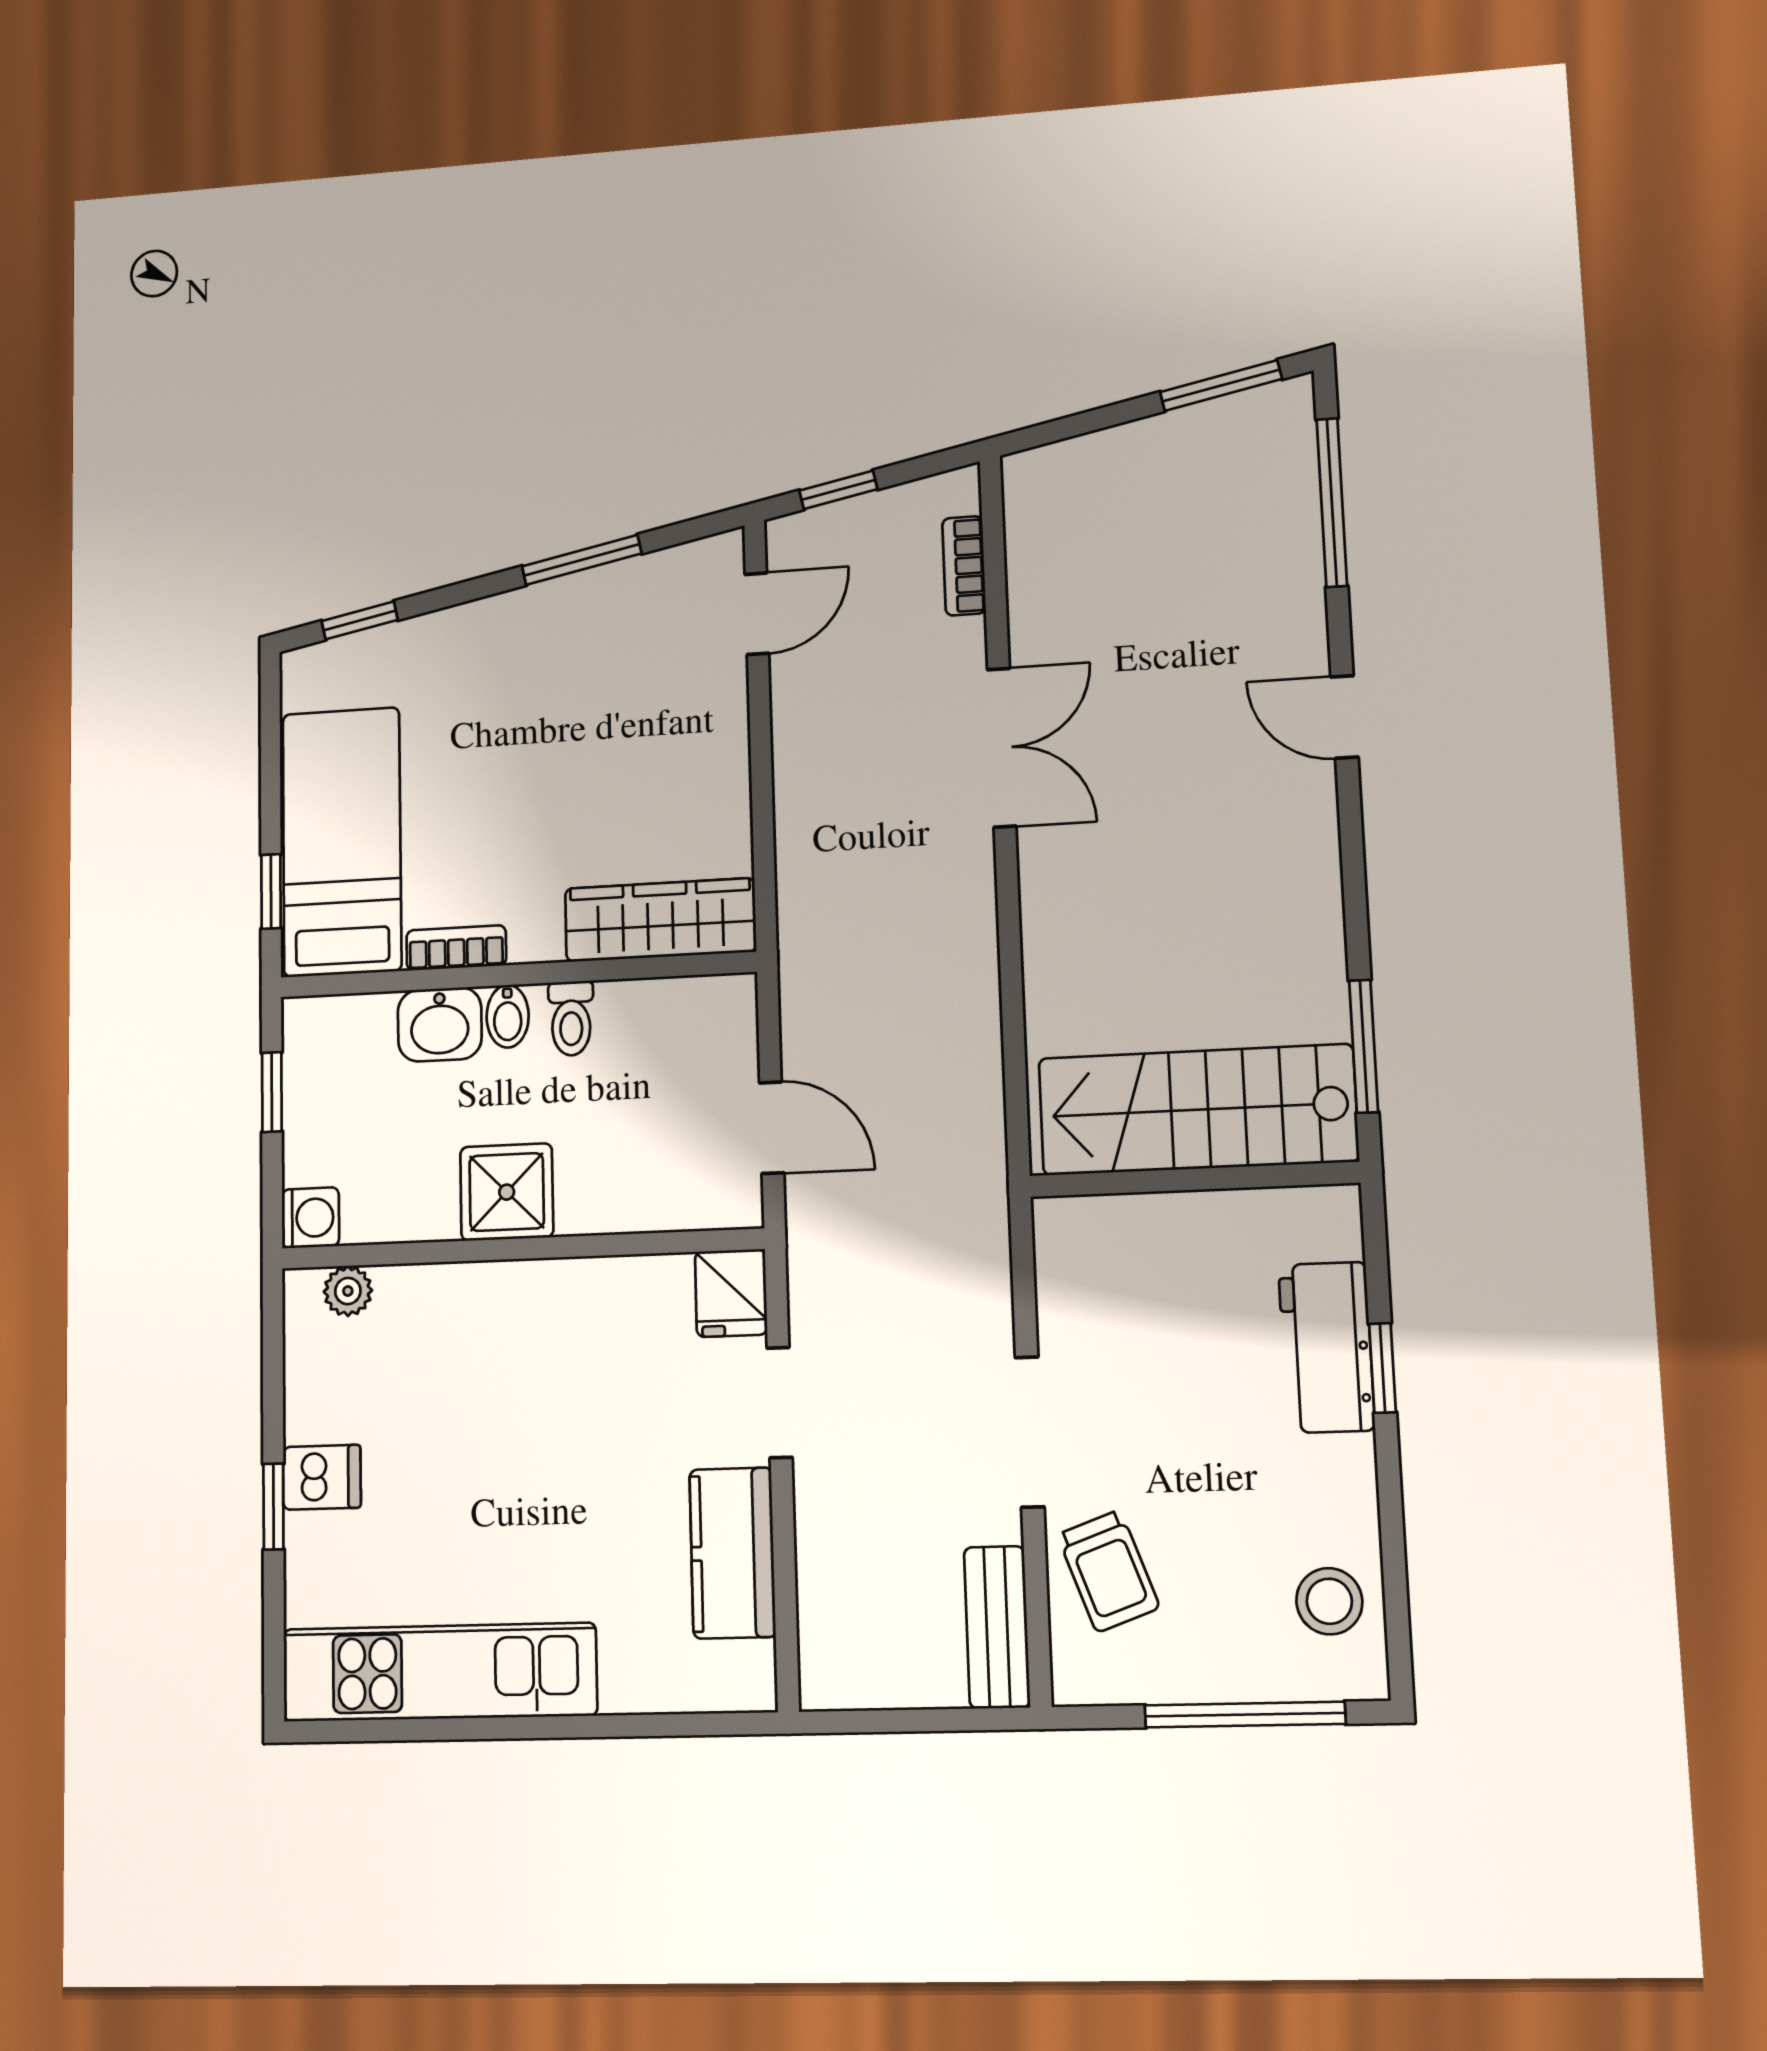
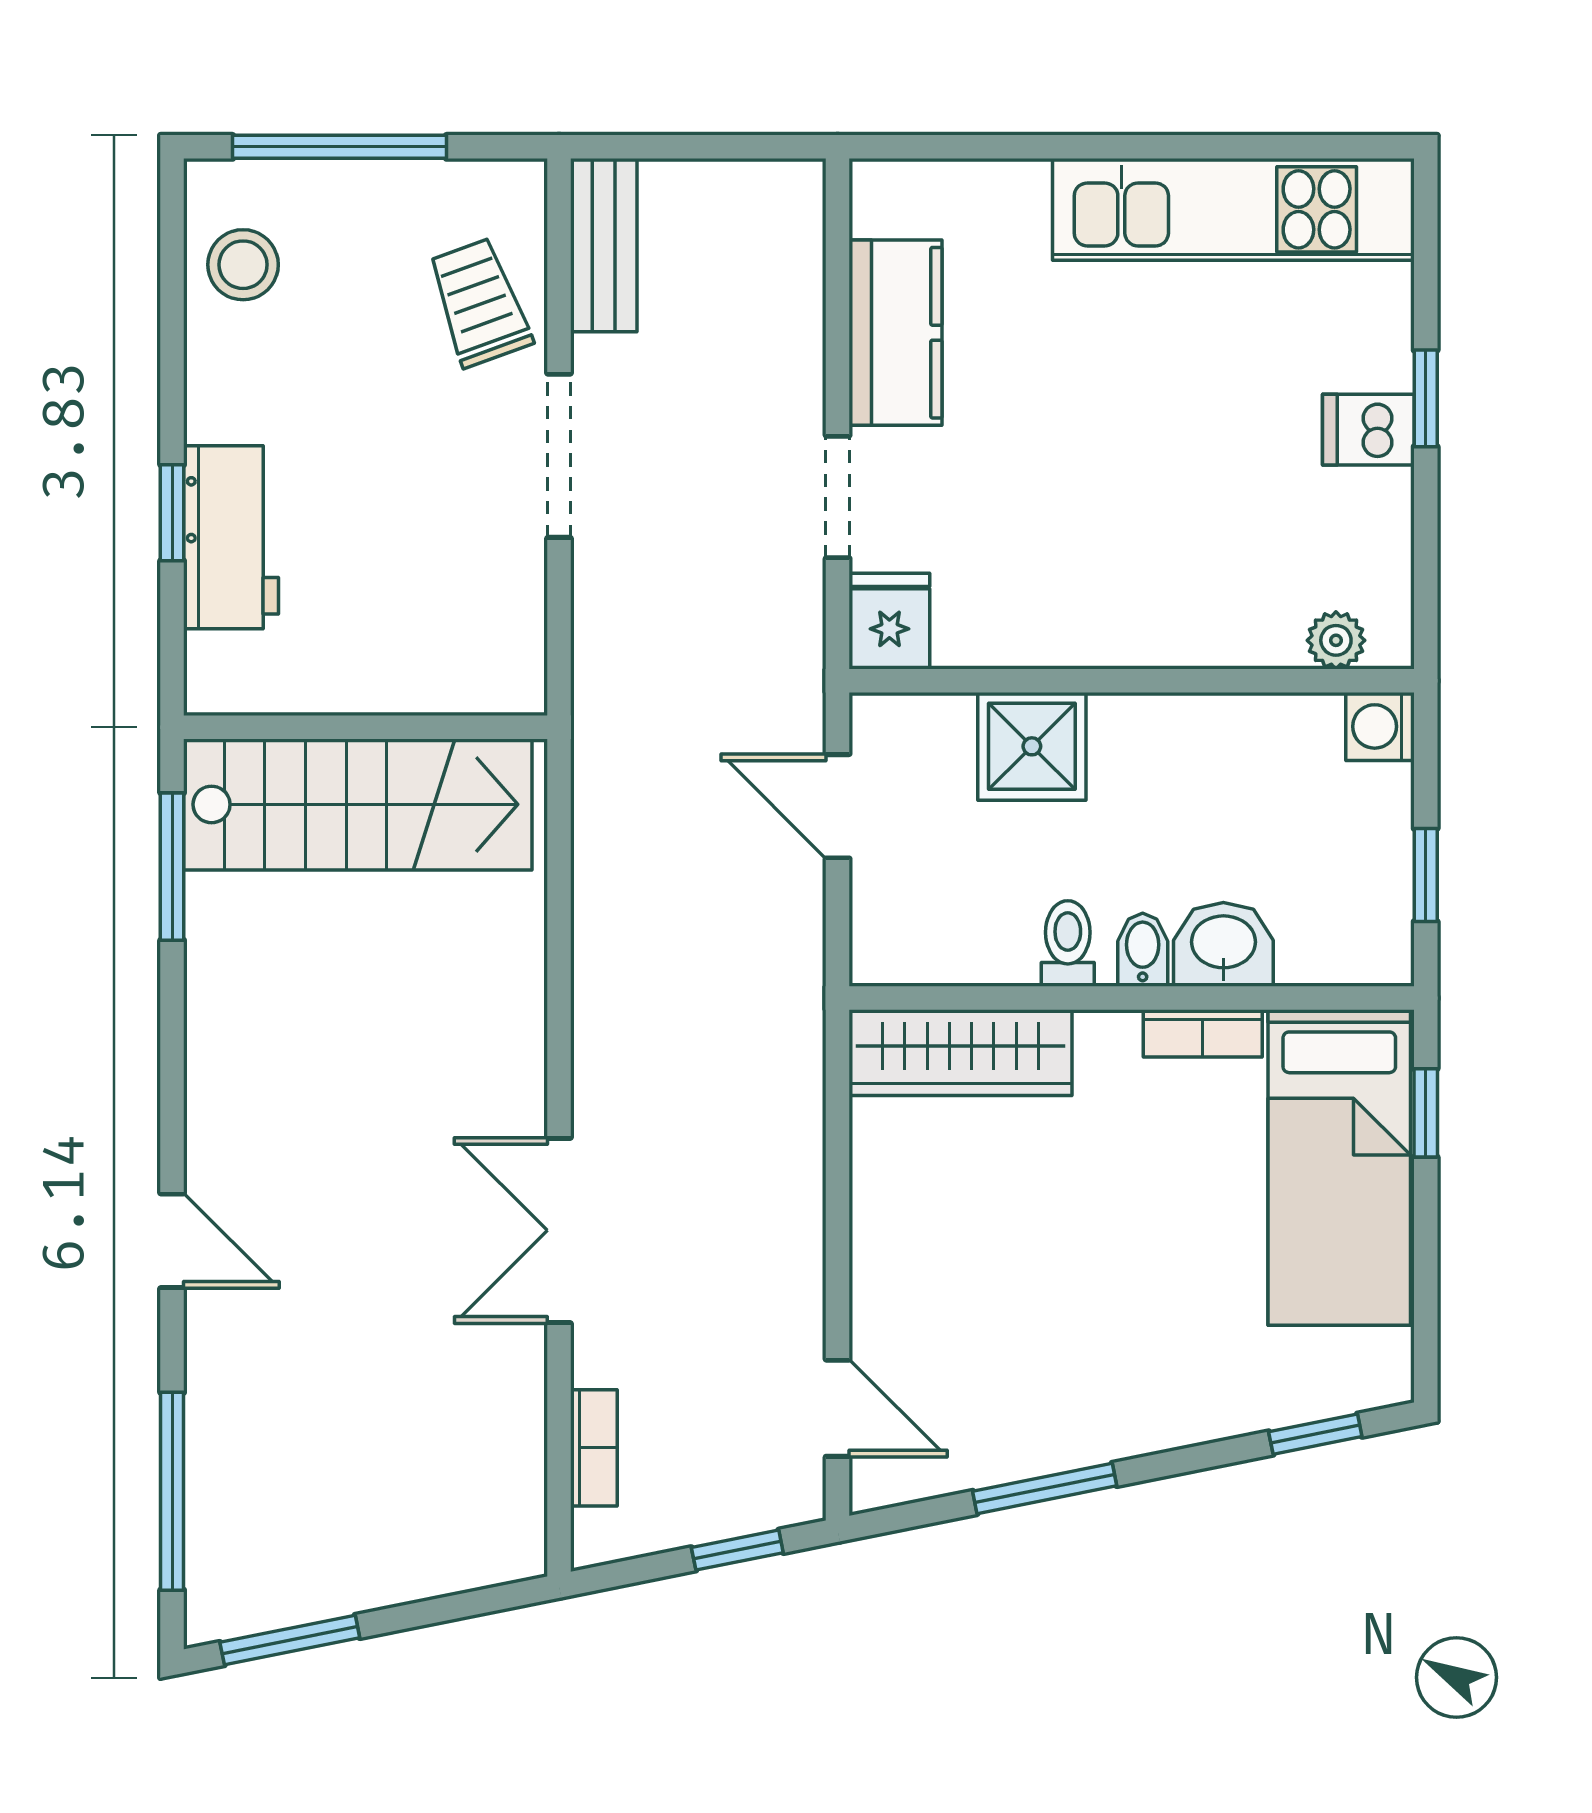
door: (757, 614) -> (838, 1408), swing flipped
shower: (507, 1192) -> (1032, 746), moved

